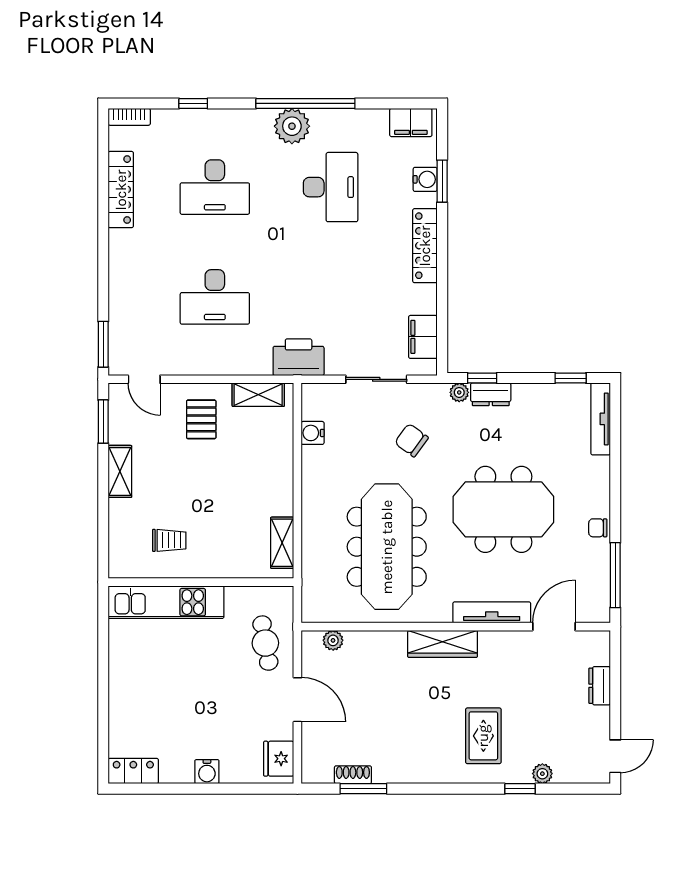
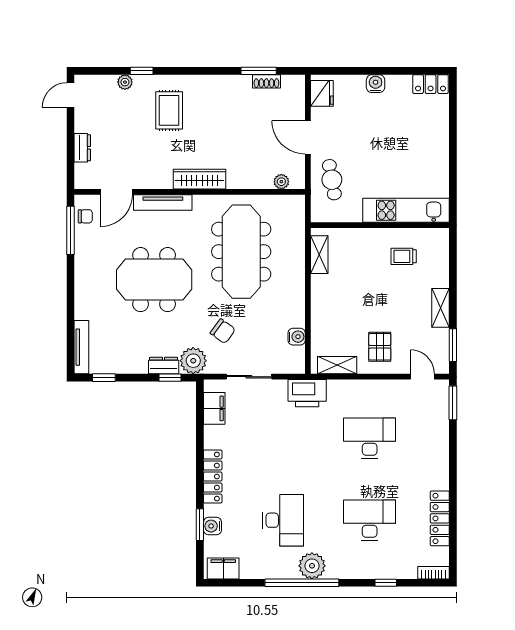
desk: (331, 187) -> (283, 520), turned 180
plant: (459, 392) -> (193, 361), width x1.88, depth x1.88
chair: (598, 528) -> (85, 216), moved

